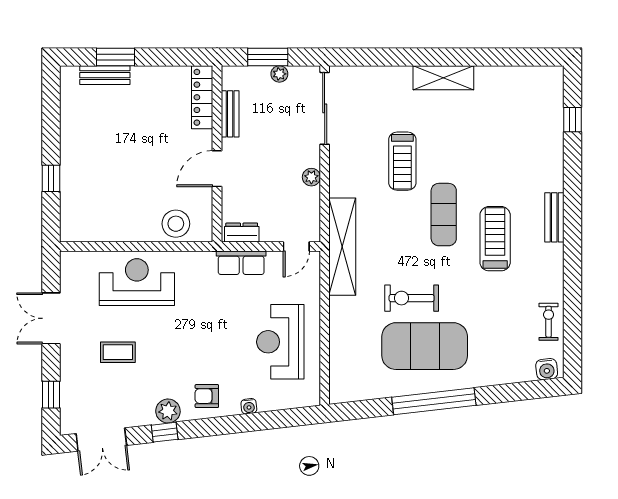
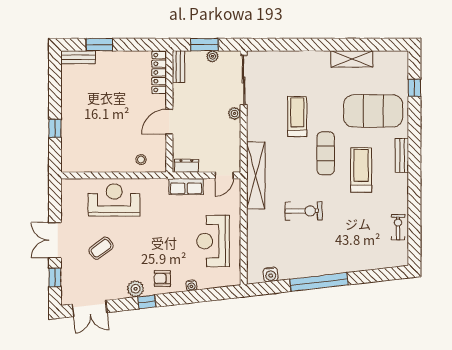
bench: (105, 75) -> (78, 57), moved
shelving: (443, 78) -> (352, 59), moved
bench: (230, 114) -> (178, 67), moved
treadmill: (402, 161) -> (297, 116), turned 180
plant: (311, 177) -> (234, 113), moved
stool: (176, 224) -> (141, 160), width x0.53, depth x0.53
exercise bike: (412, 298) -> (304, 211), turned 180
double door: (51, 318) -> (55, 240), moved
exercise mat: (425, 346) -> (373, 111), moved
coffee table: (118, 352) -> (101, 248), turned -37
water cooler: (547, 369) -> (271, 274), moved
window: (165, 432) -> (147, 302), moved

